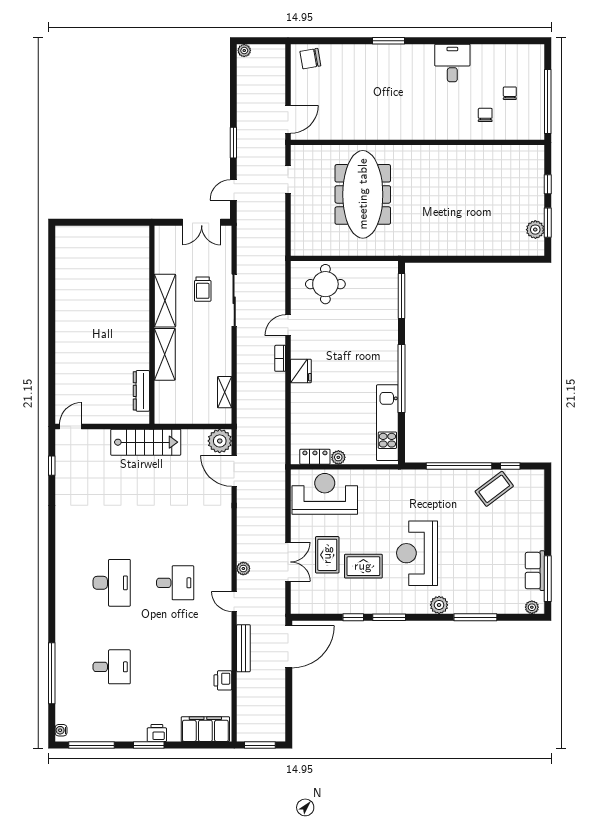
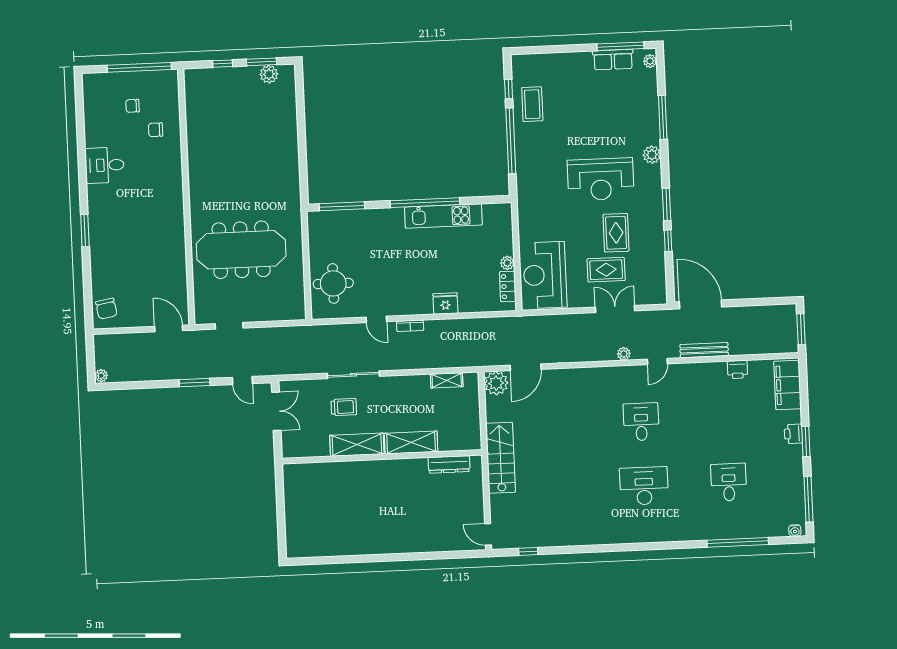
fridge: (301, 371) -> (445, 303), moved
kitchen unit: (387, 423) -> (443, 216), moved
coffee table: (494, 489) -> (532, 104), turned 37

